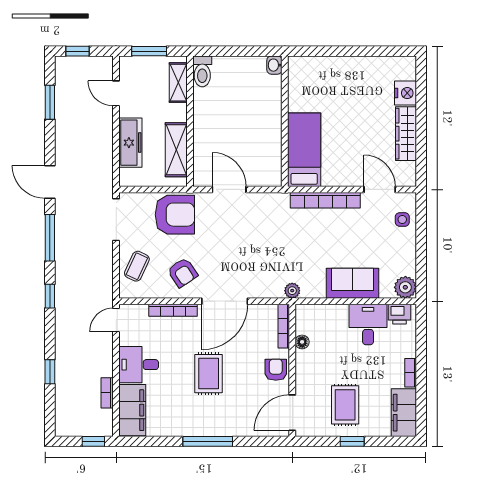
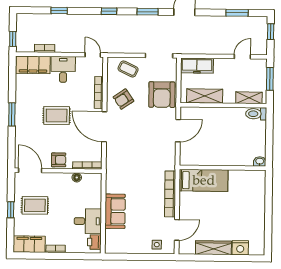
freezer: (130, 143) -> (197, 66), moved
window: (50, 238) -> (148, 12), width x0.69
plant: (405, 287) -> (112, 246), removed
plant: (292, 291) -> (111, 171), removed
window: (208, 441) -> (12, 114), width x0.69

